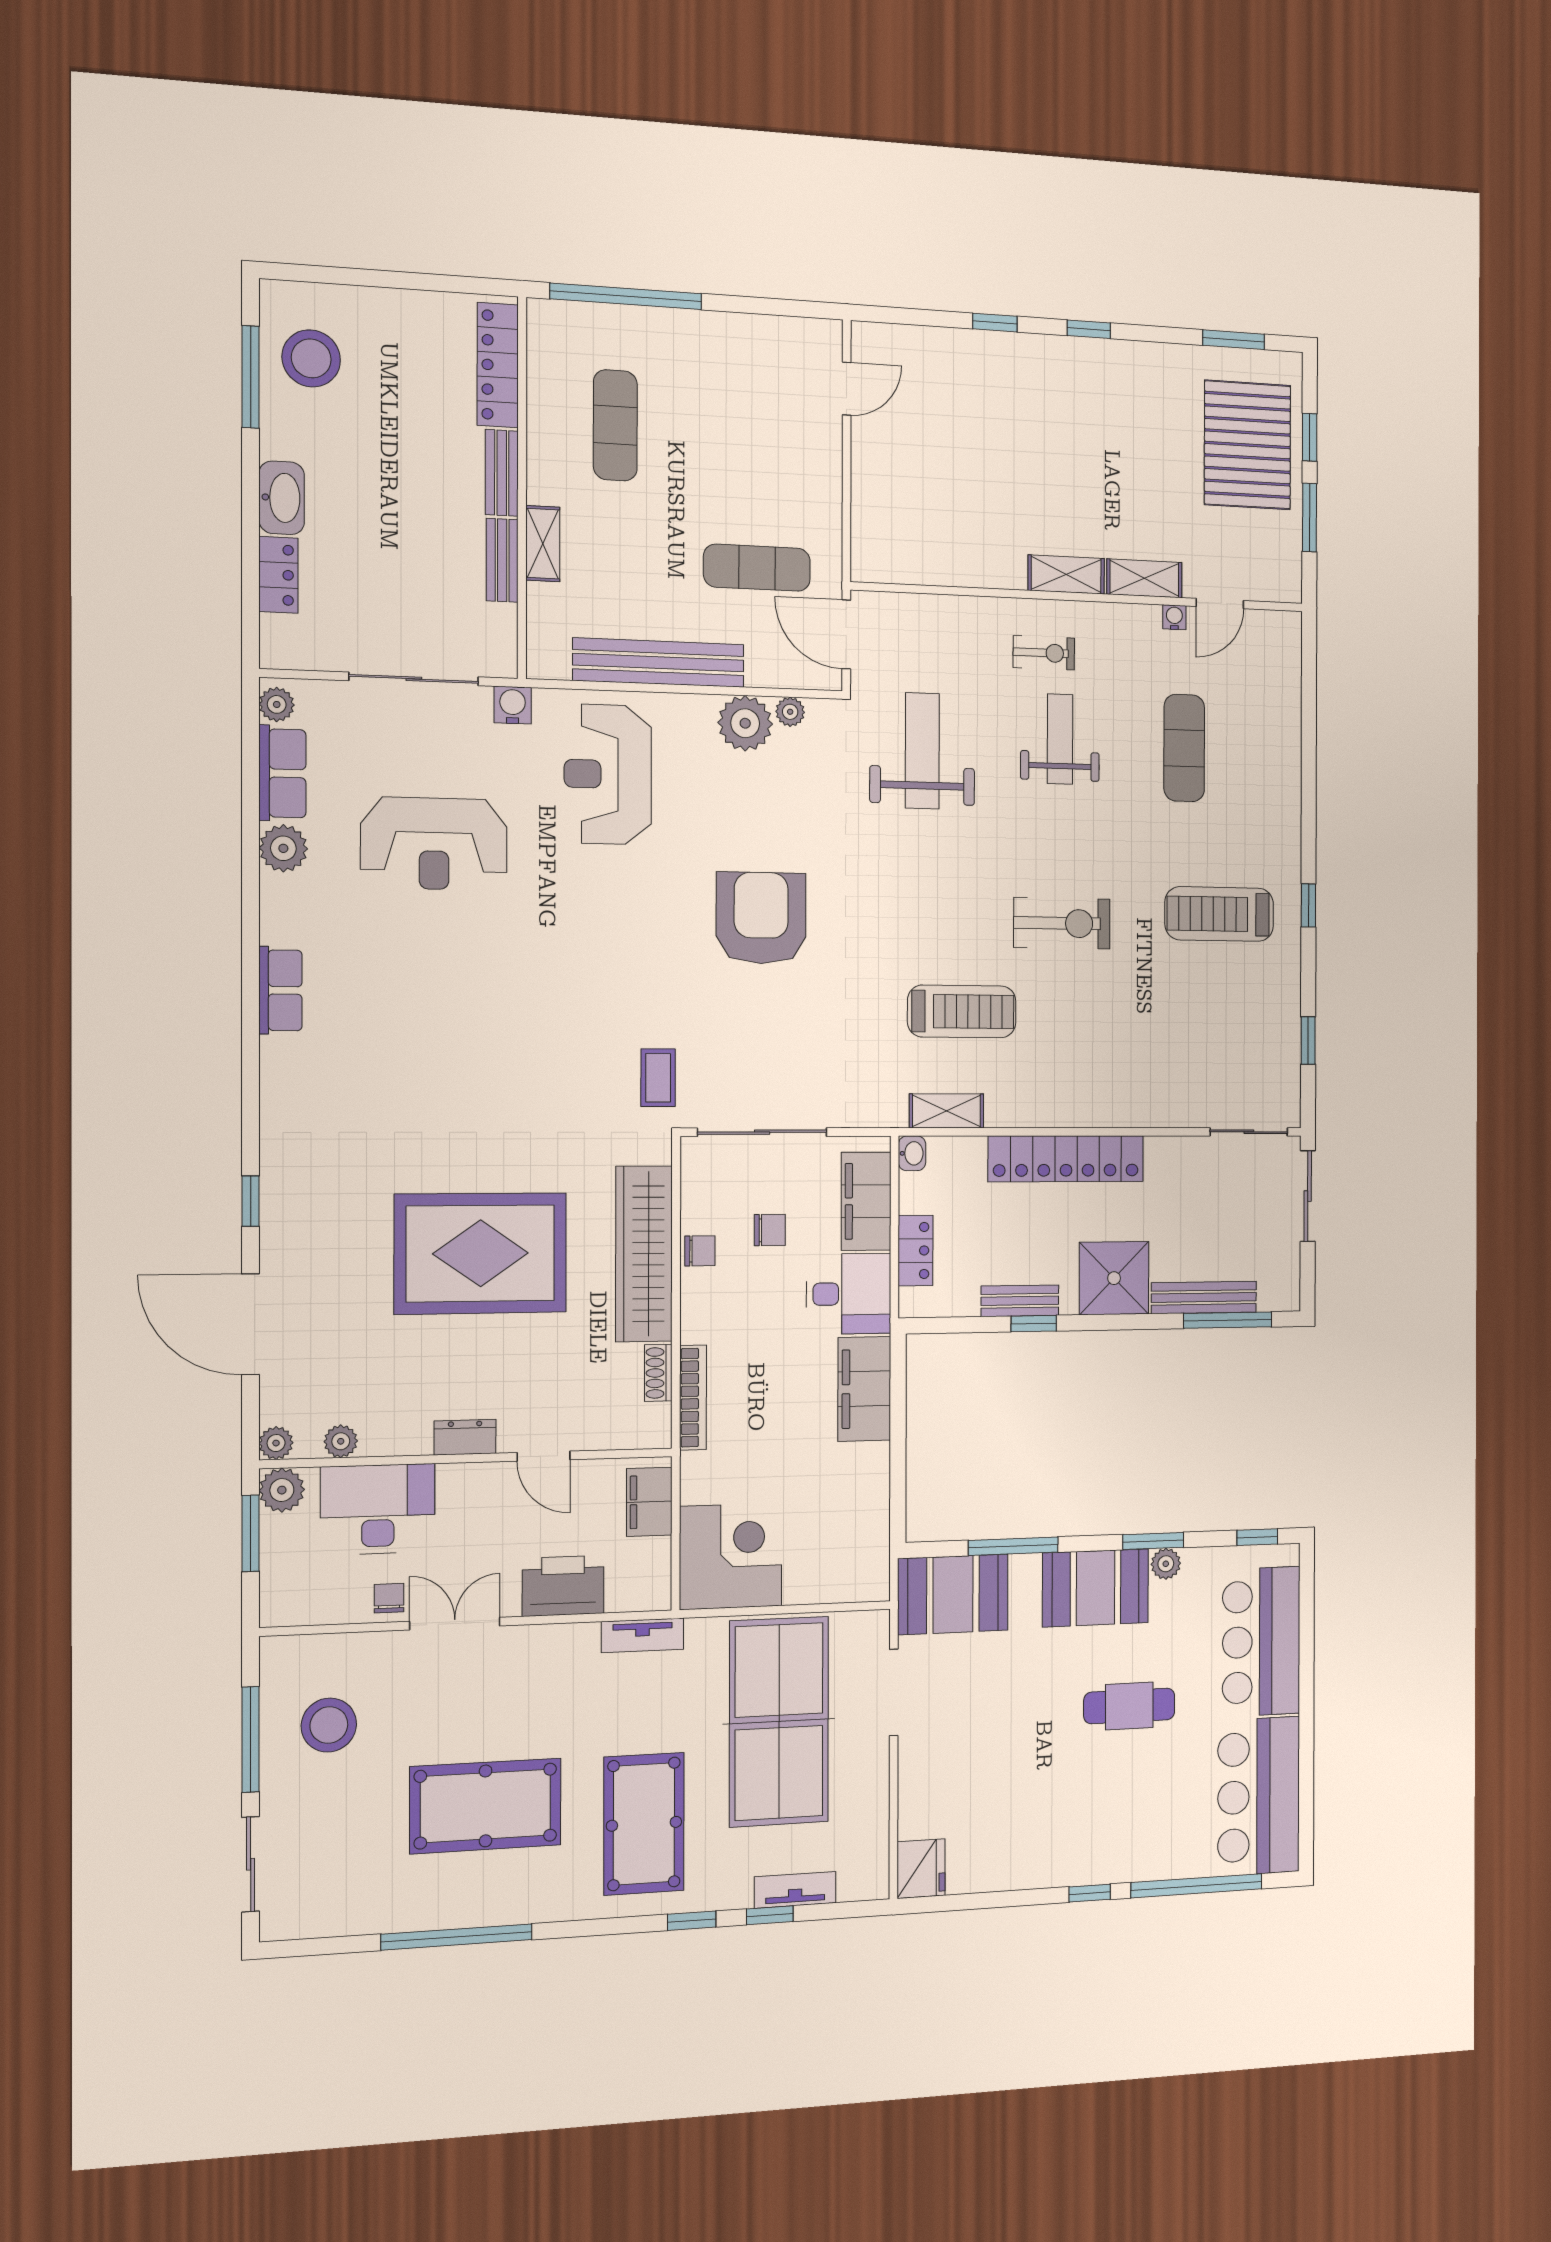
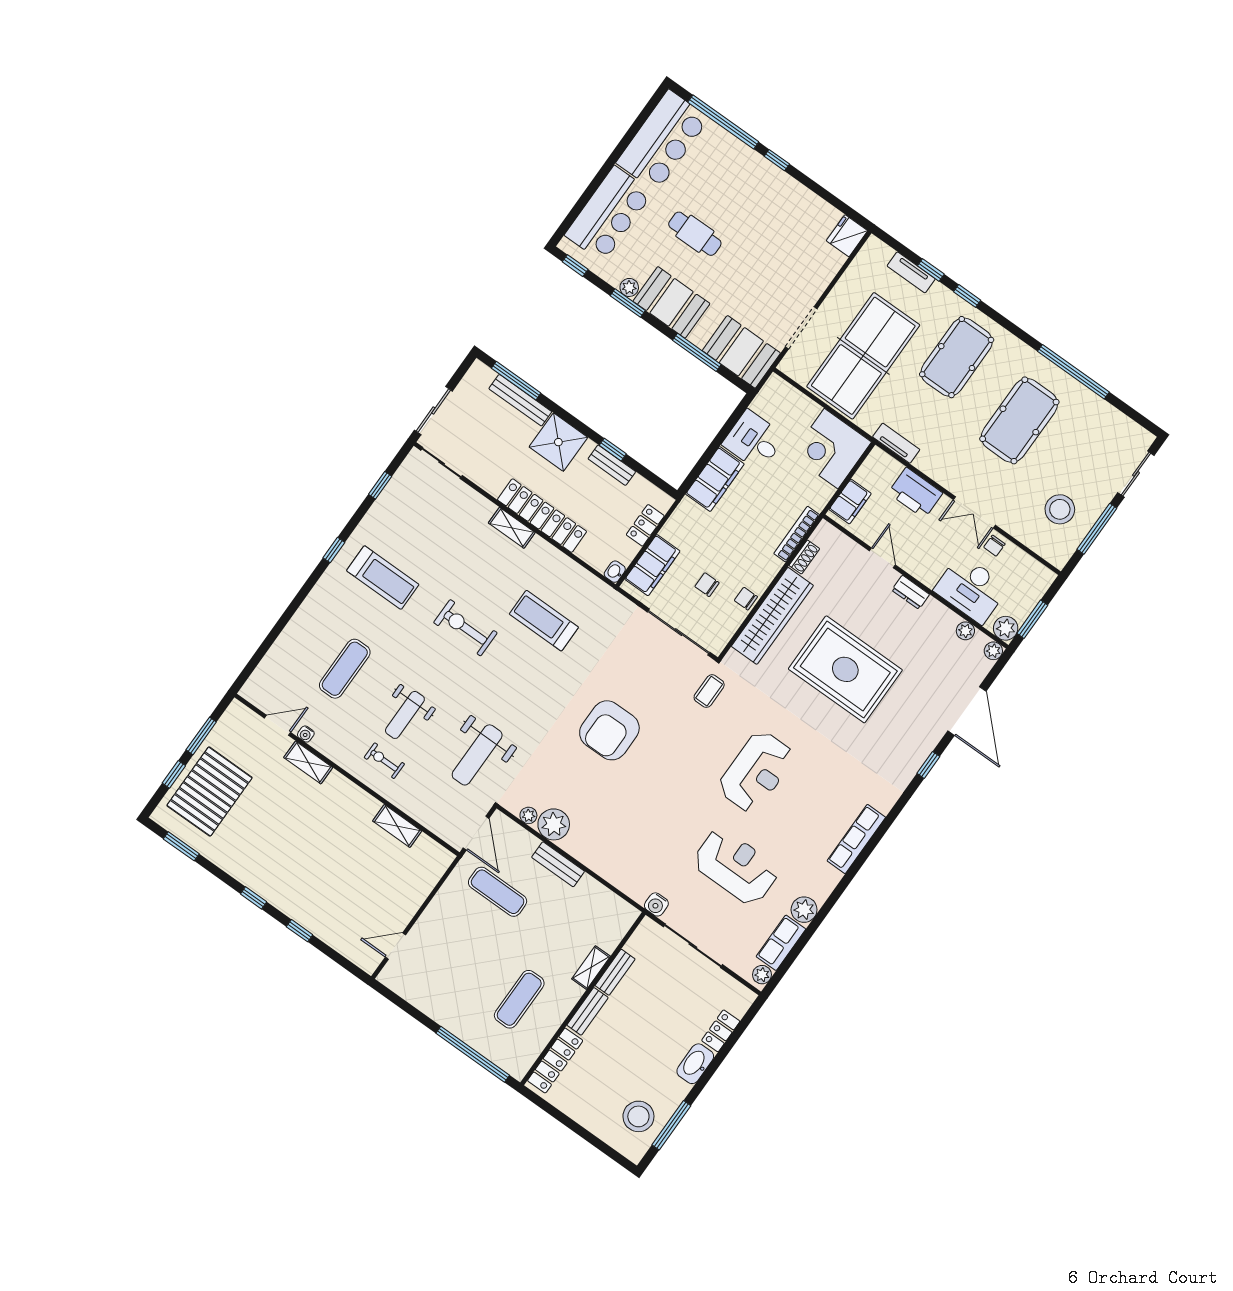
shelving: (1066, 574) -> (397, 826), moved
bench: (659, 663) -> (558, 864), width x0.54, depth x0.82
reception desk: (608, 774) -> (756, 772), moved
row of seats: (280, 990) -> (856, 839), width x1.48
shelving: (947, 1111) -> (512, 528), moved
desk: (849, 1294) -> (754, 440), moved
pool table: (486, 1806) -> (1019, 420), turned 90

